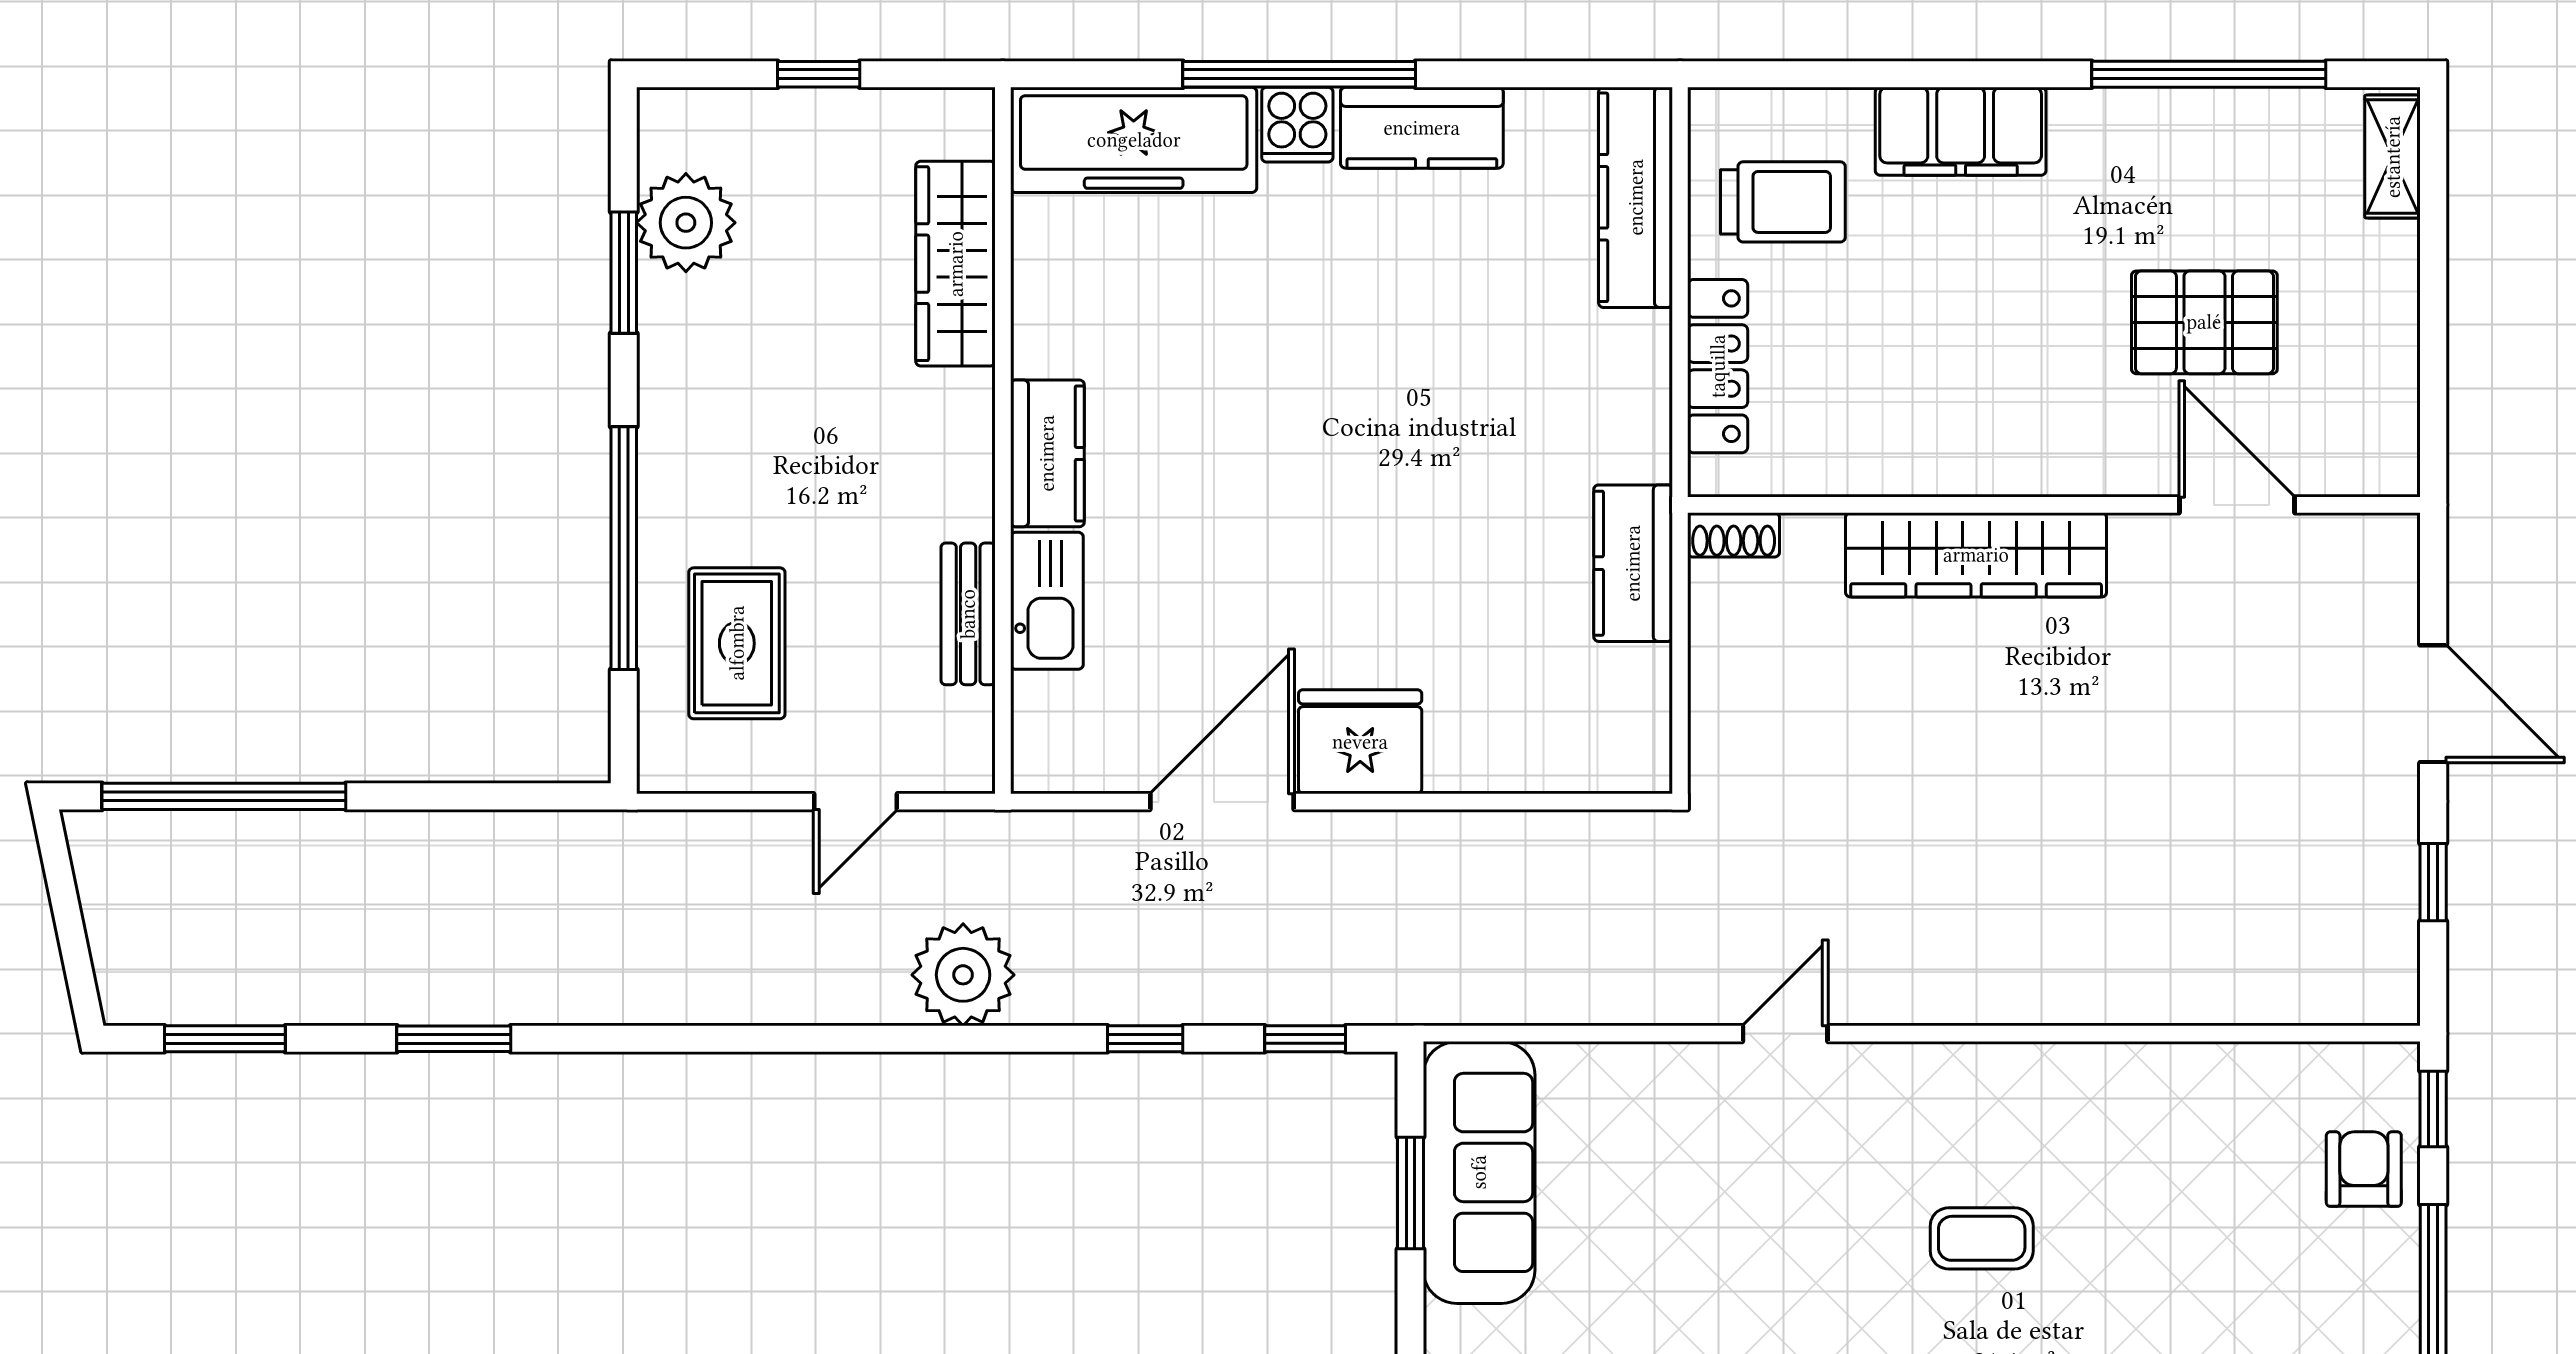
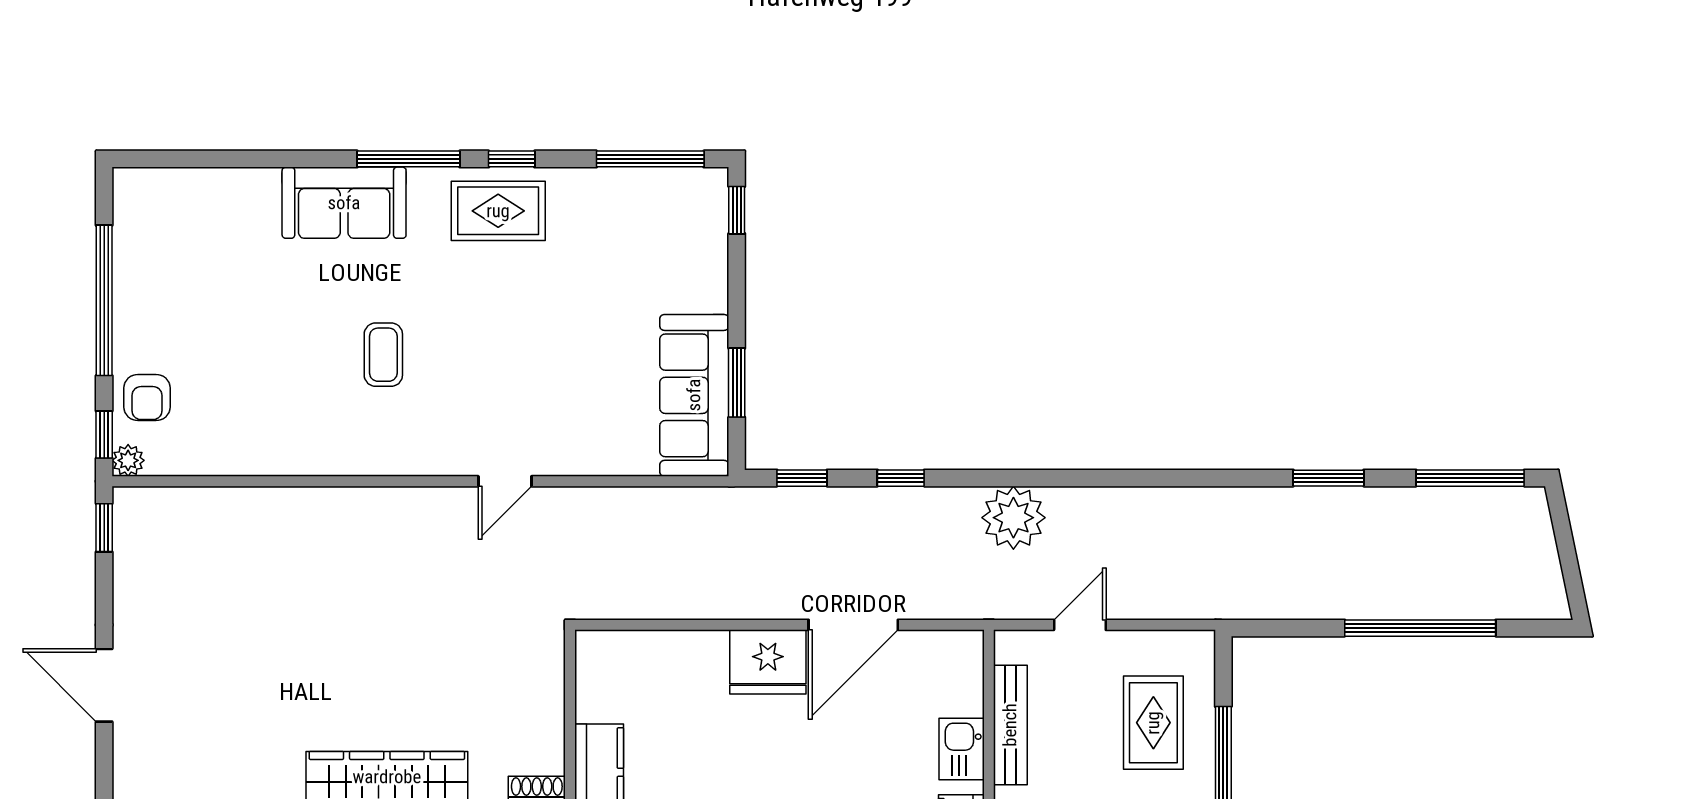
kitchen sink: (1047, 601) -> (962, 749), width x0.73
bench: (968, 614) -> (1010, 725), width x1.36
window: (224, 796) -> (1420, 628), moved
window: (2433, 882) -> (104, 528), moved
window: (225, 1039) -> (1470, 478), width x1.44
plant: (2394, 1067) -> (128, 460), added
coffee table: (1982, 1238) -> (383, 355), turned 90

